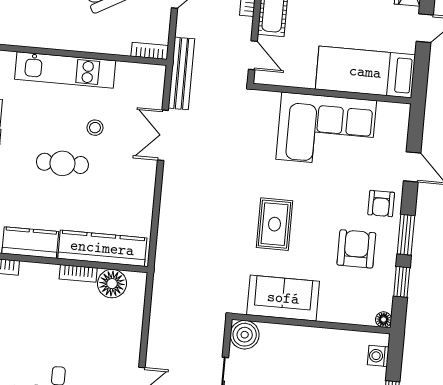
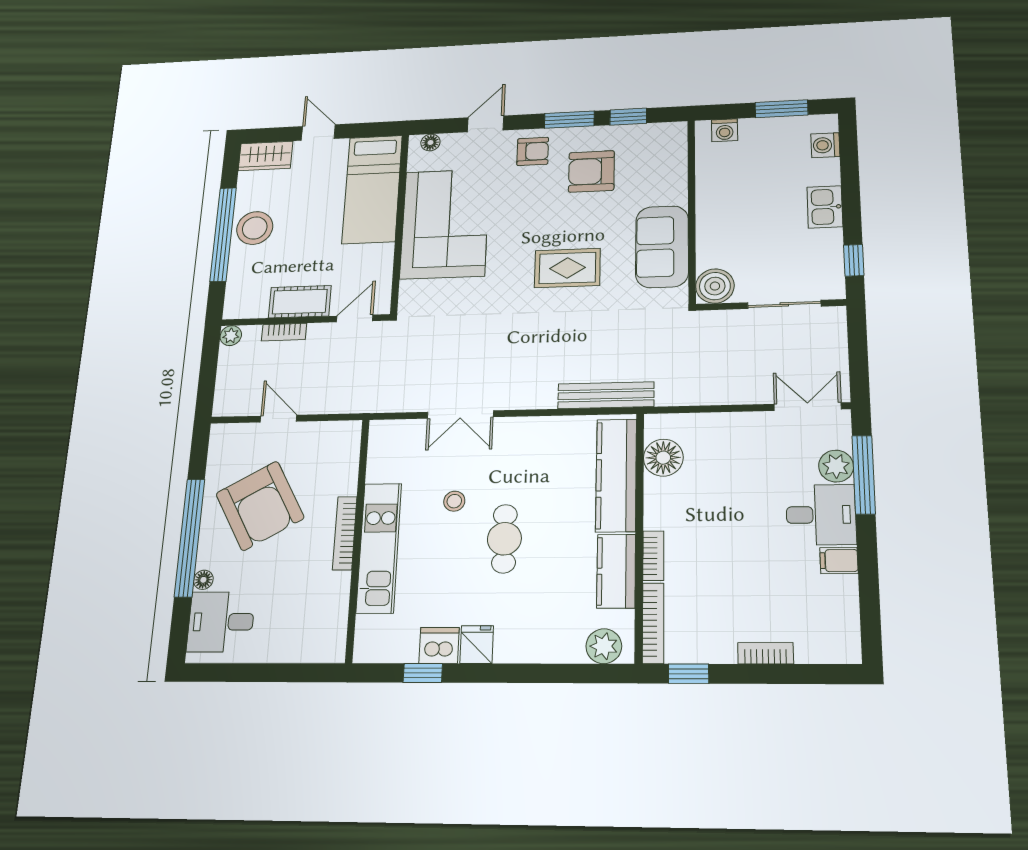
bookcase: (150, 51) -> (345, 533), moved, width x1.56
bench: (181, 73) -> (606, 395), moved
bookcase: (78, 273) -> (653, 556), moved
floor lamp: (384, 320) -> (430, 142), moved

